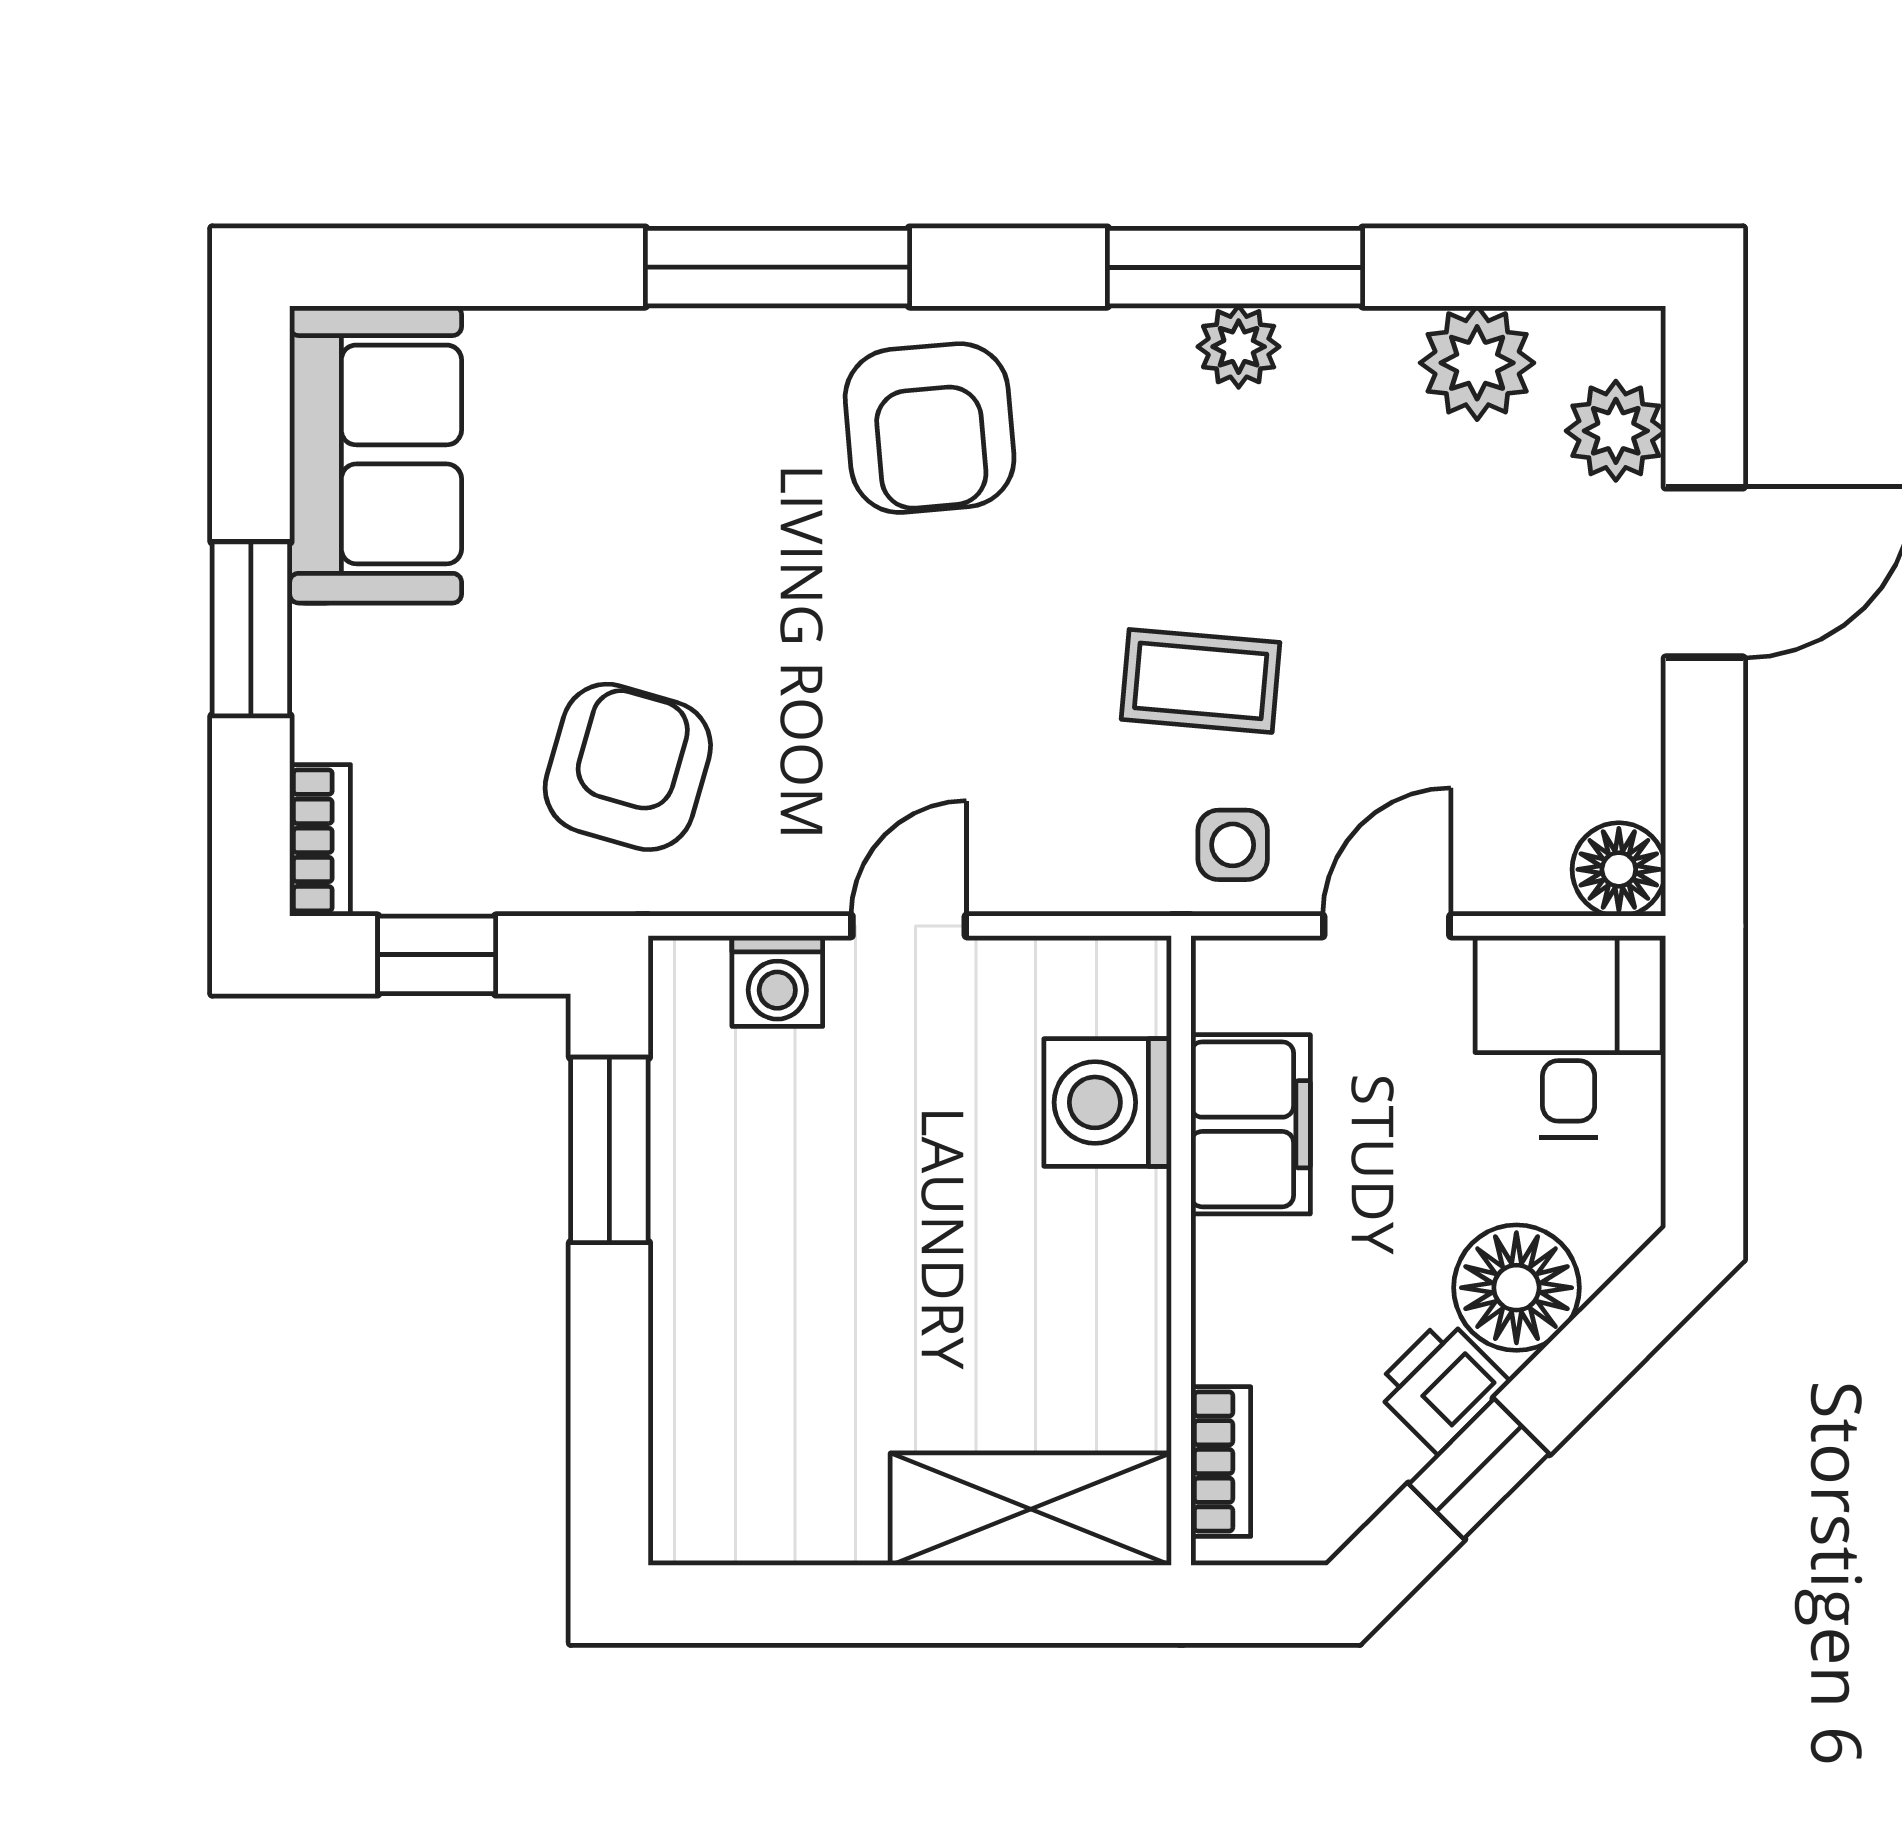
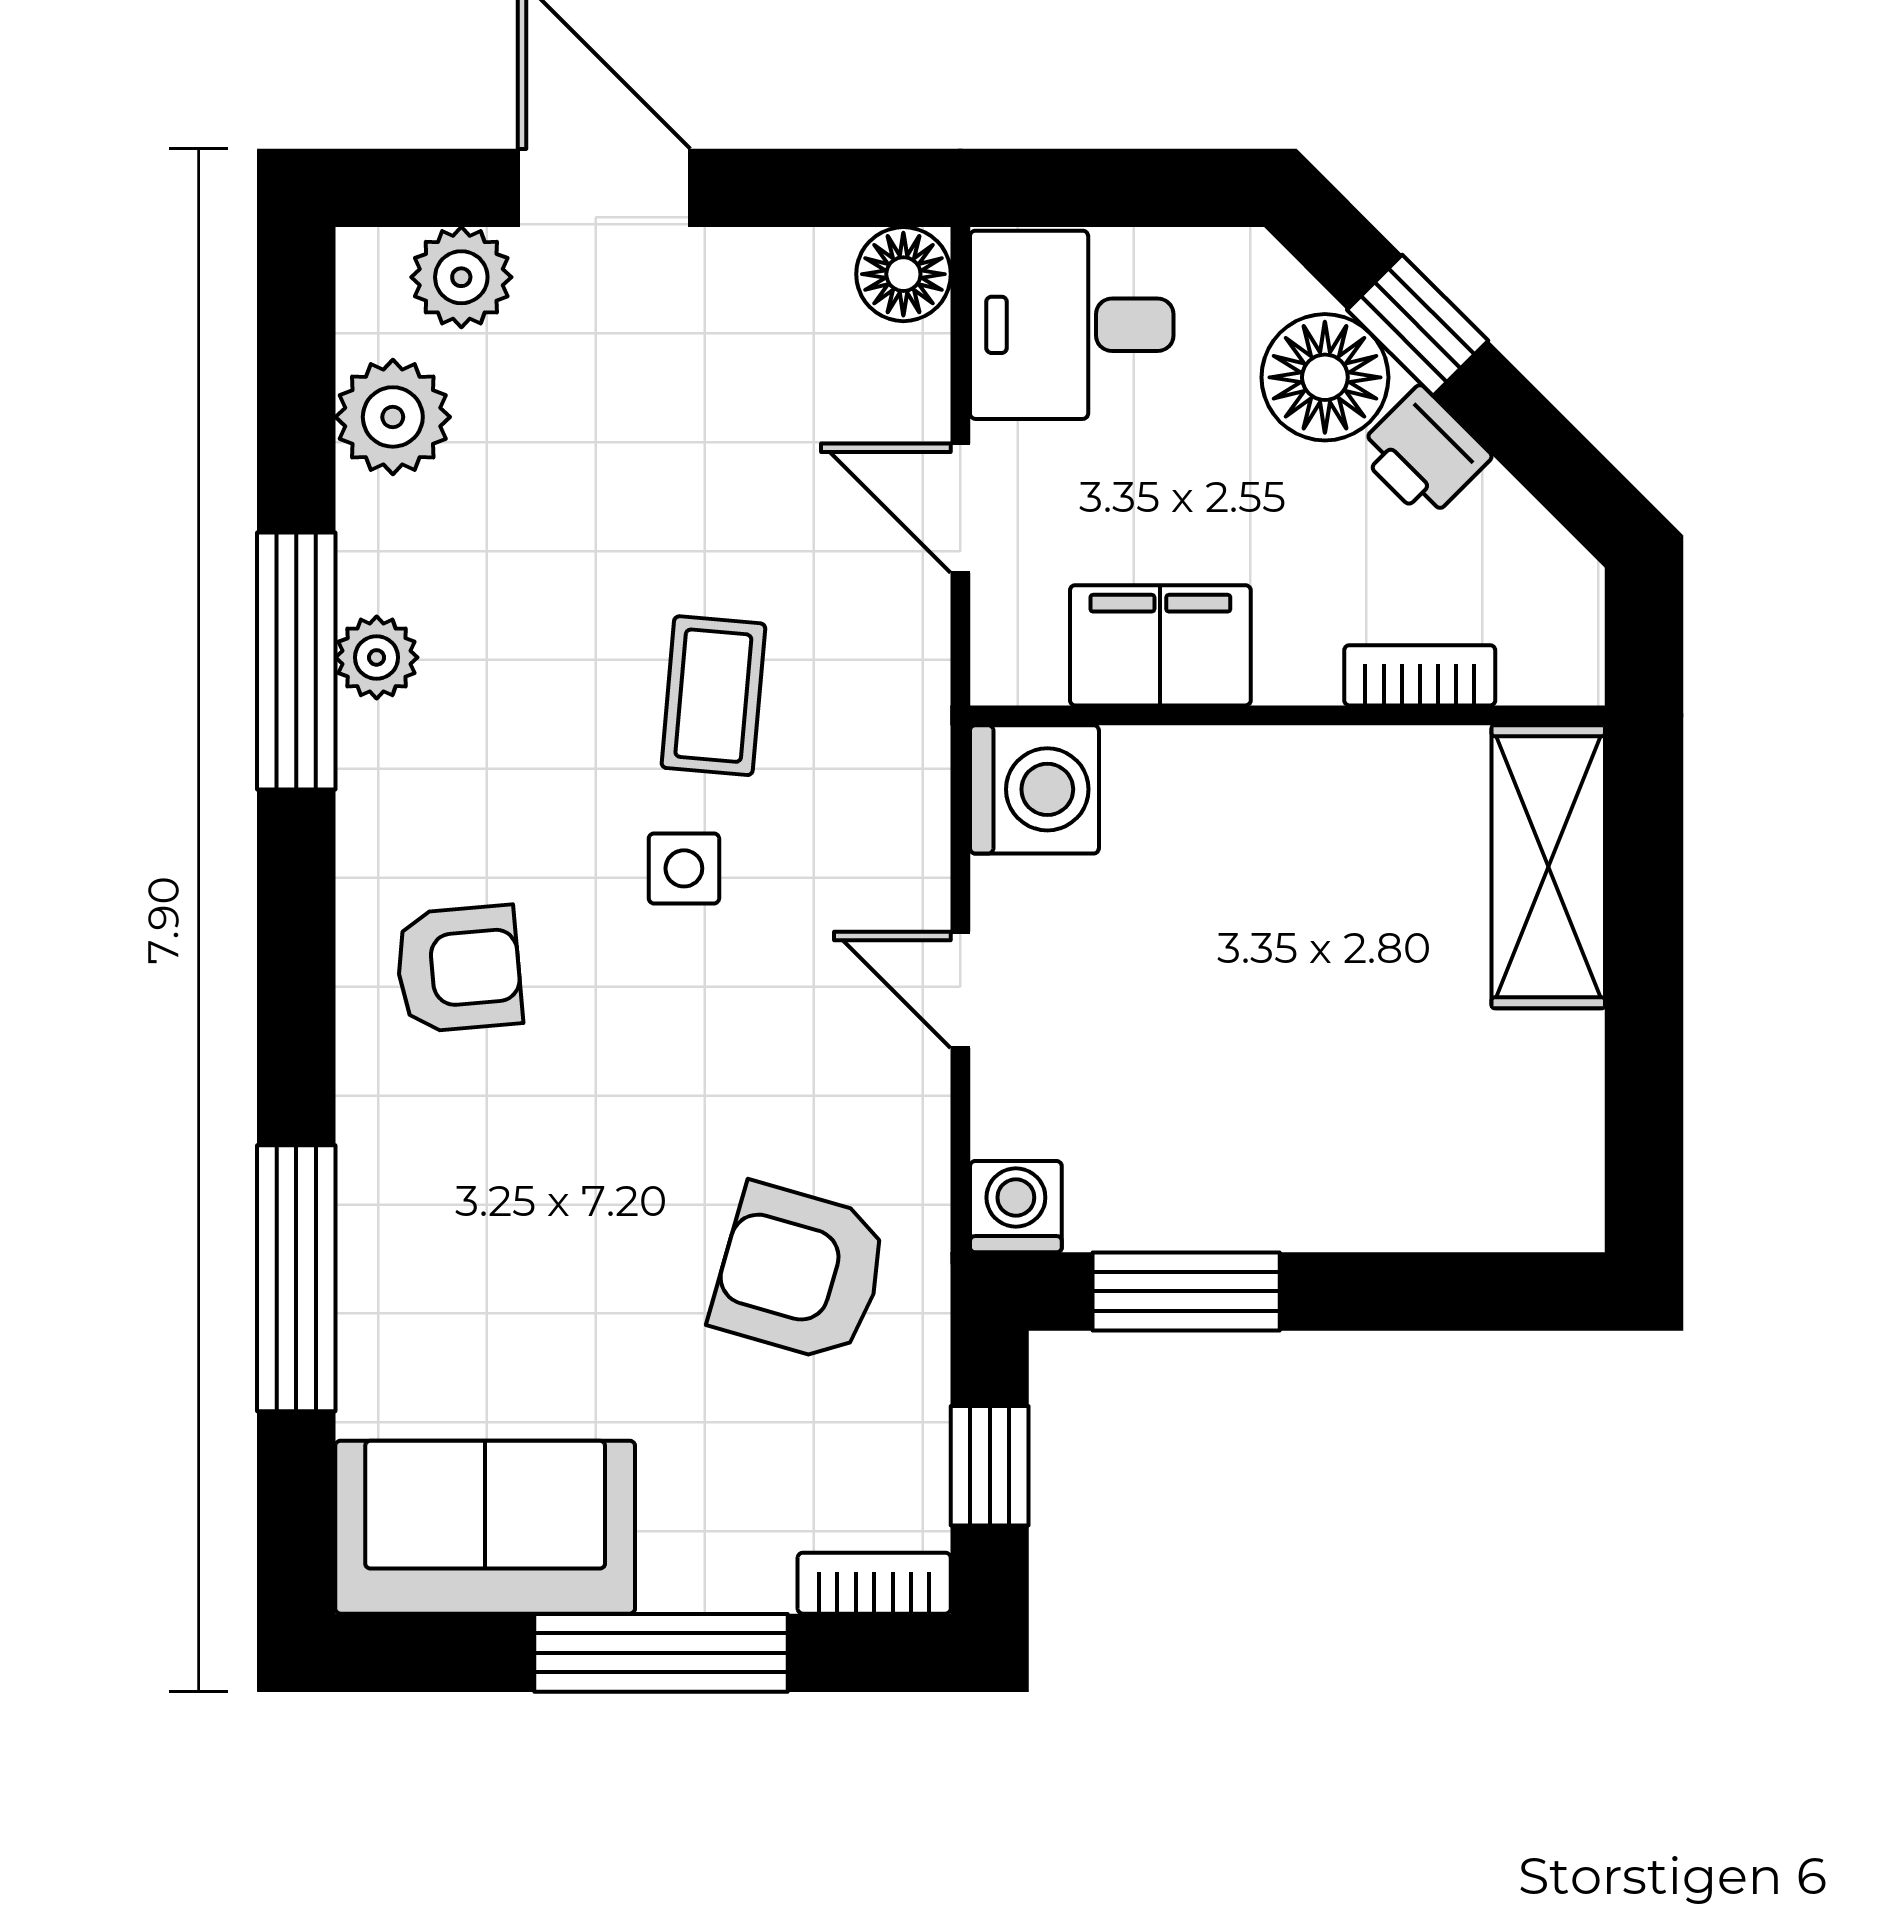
window: (777, 267) -> (296, 1278), moved
armchair: (930, 428) -> (459, 969), width x0.72, depth x0.72
window: (251, 629) -> (661, 1653), width x1.44
side table: (1233, 845) -> (684, 868), moved
washing machine: (777, 981) -> (1016, 1207), moved, turned -90
washing machine: (1108, 1102) -> (1034, 789), moved, turned -90
bookcase: (1221, 1462) -> (1420, 675), moved
window: (1479, 1469) -> (1418, 325), moved

